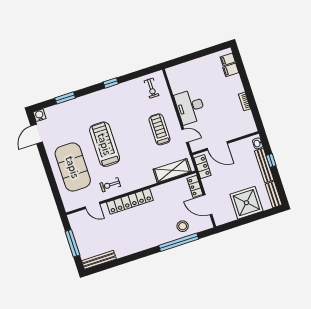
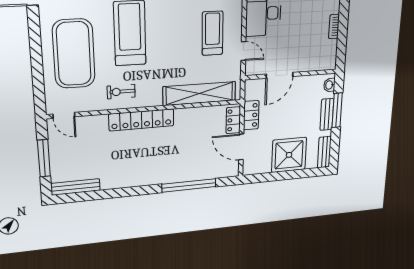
door: (217, 146) -> (280, 75), hinge flipped
window: (271, 160) -> (337, 110), width x2.17
bench: (264, 165) -> (327, 114), width x0.73
locker: (202, 167) -> (251, 115), moved
shelving: (172, 170) -> (199, 94), width x1.47
door: (92, 205) -> (64, 115), moved
stool: (183, 226) -> (201, 167), removed

